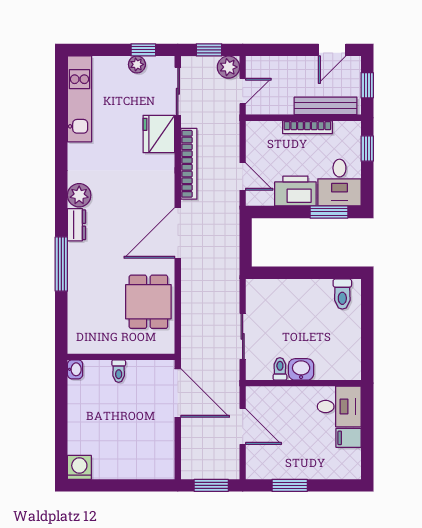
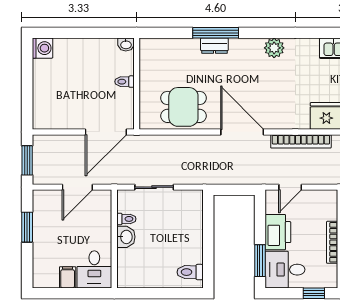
dresser: (76, 225) -> (214, 46), moved

